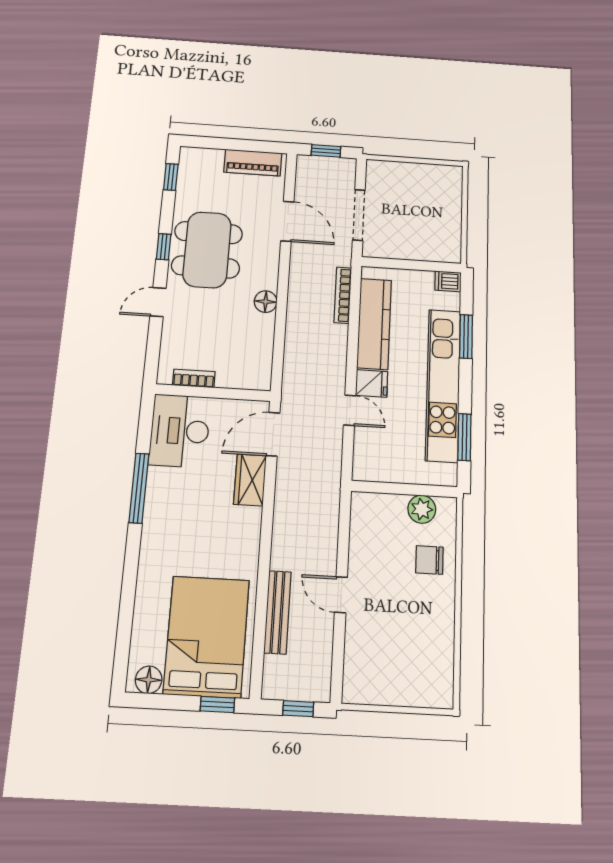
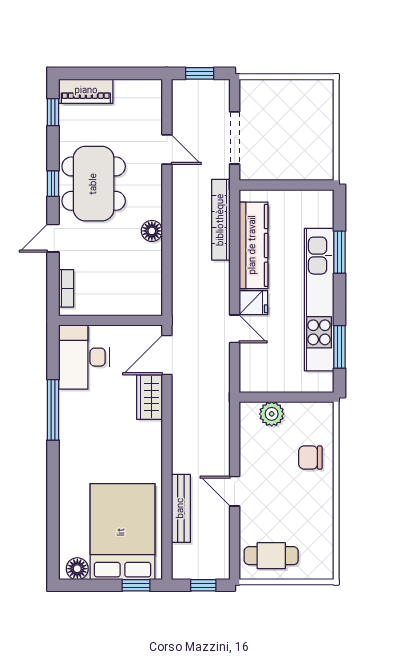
piano: (253, 163) -> (86, 91), moved
door: (287, 221) -> (167, 150), width x0.73
dishwasher: (448, 281) -> (321, 199), removed
bookcase: (343, 295) -> (221, 220), width x1.48, depth x1.31
bookcase: (194, 378) -> (66, 288), moved, turned 90
plant: (422, 509) -> (272, 414), moved
cafe table: (381, 676) -> (271, 556), added

